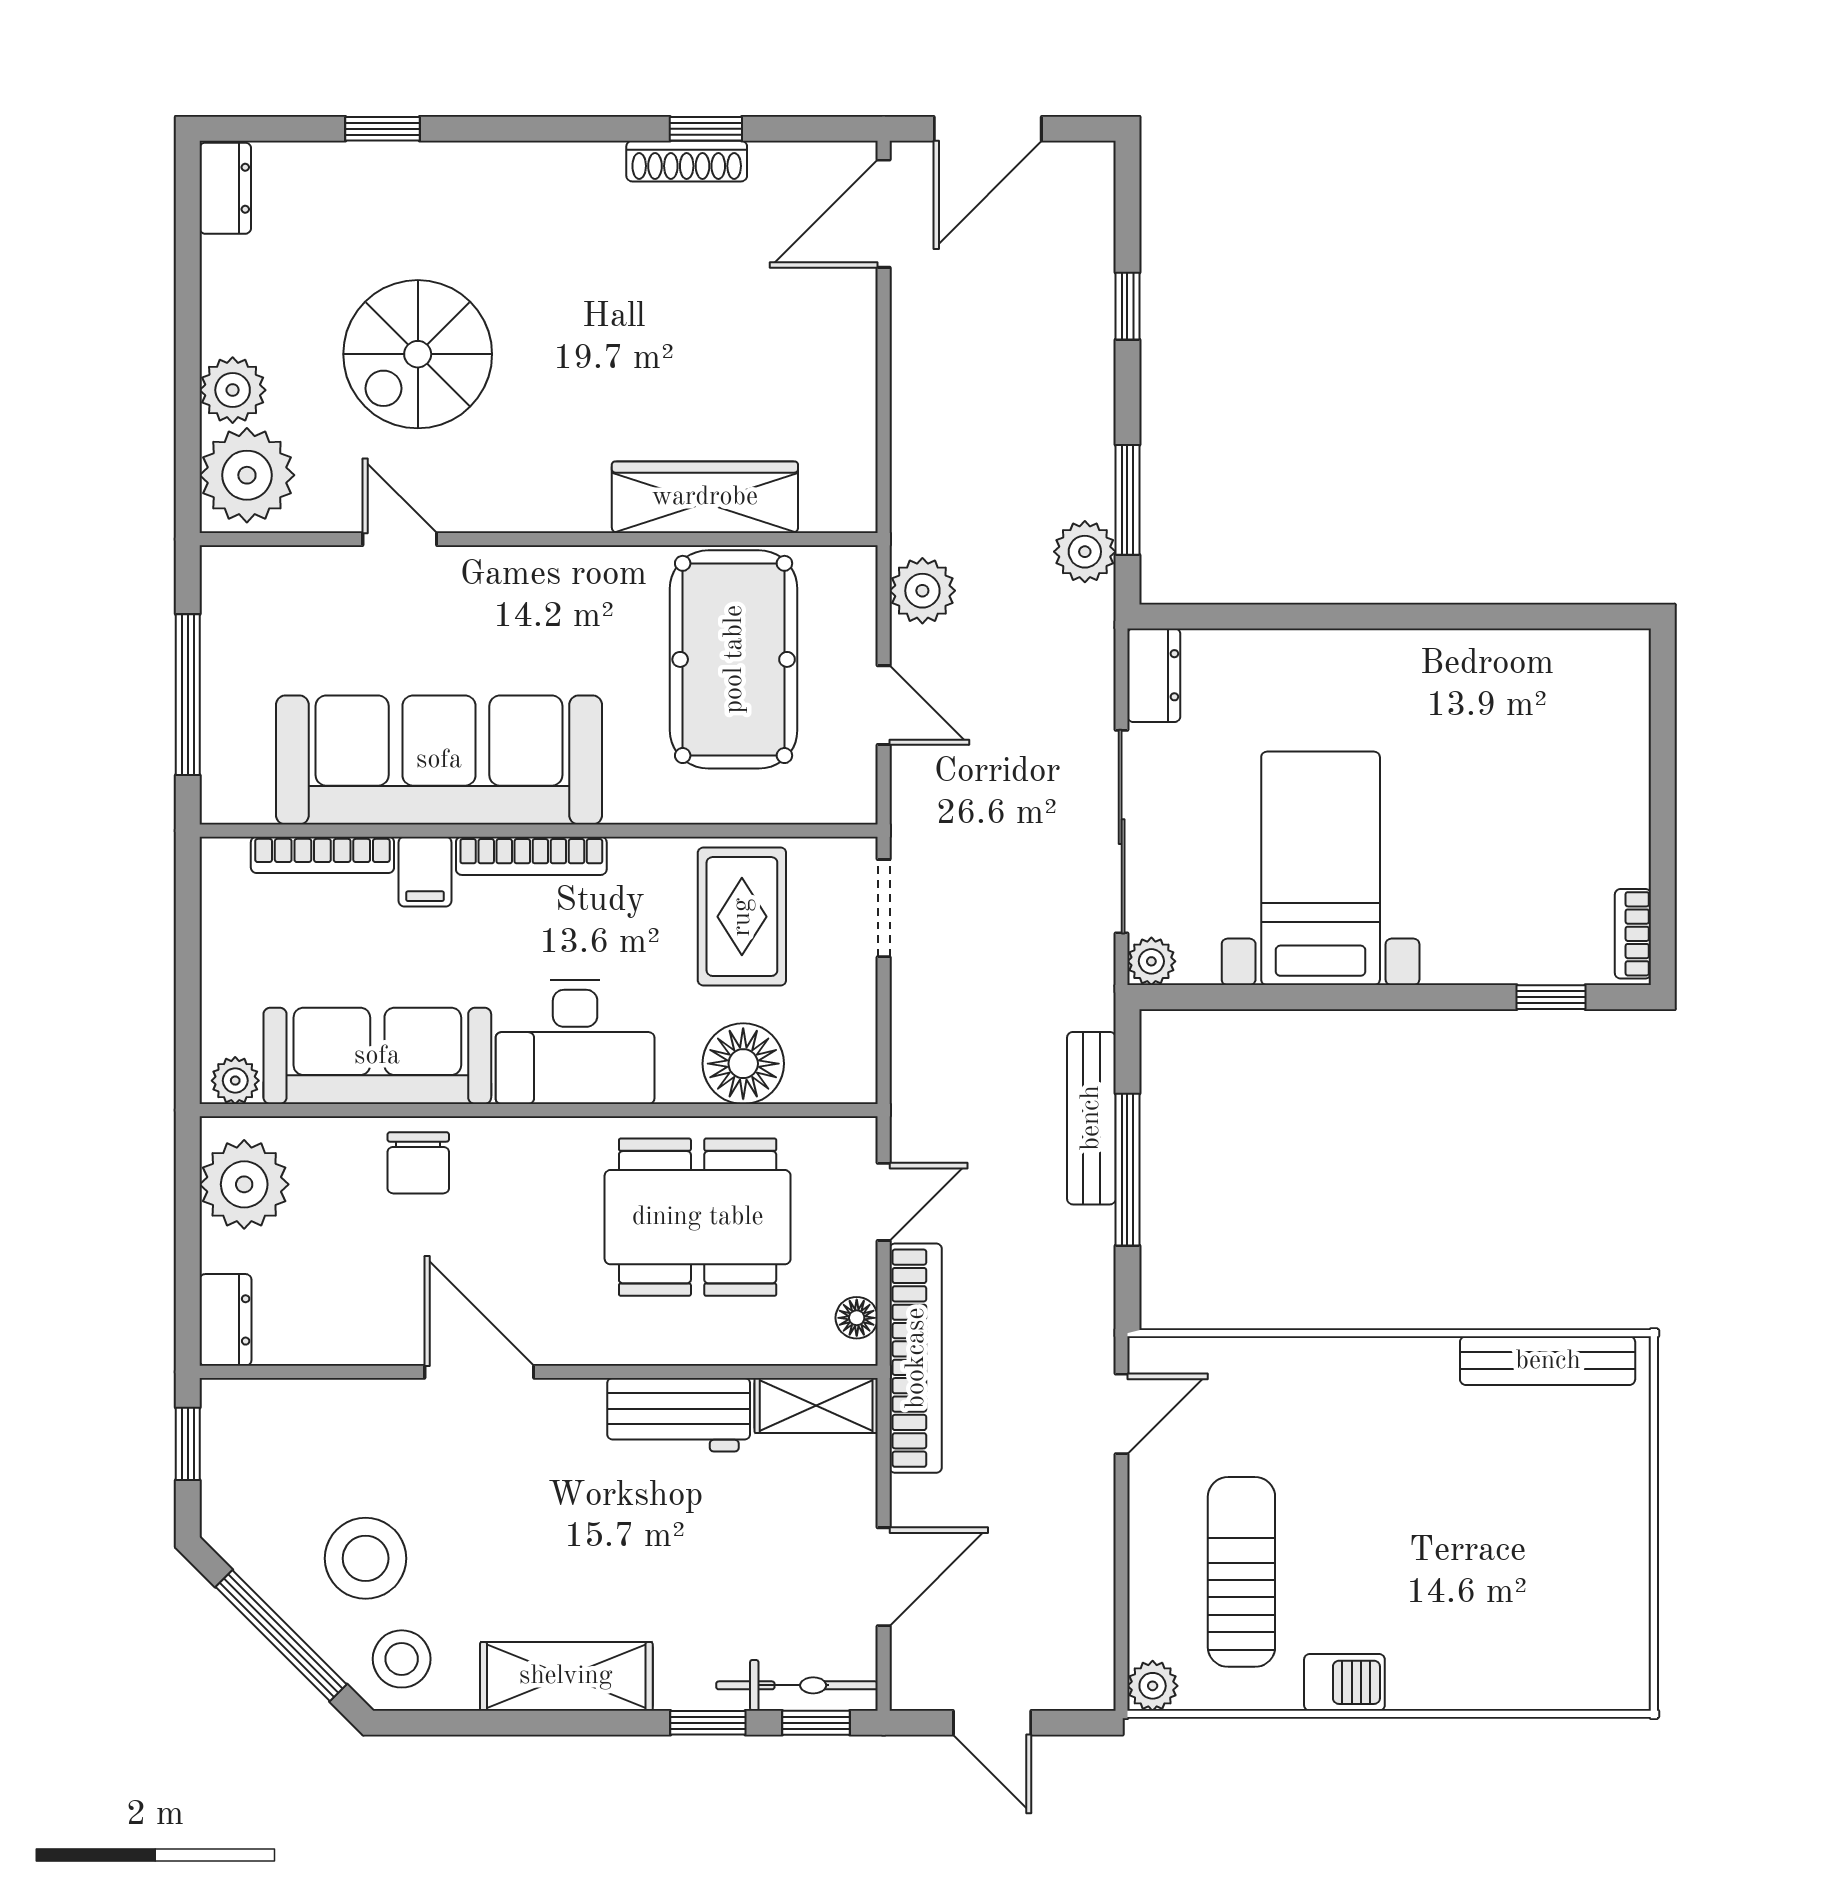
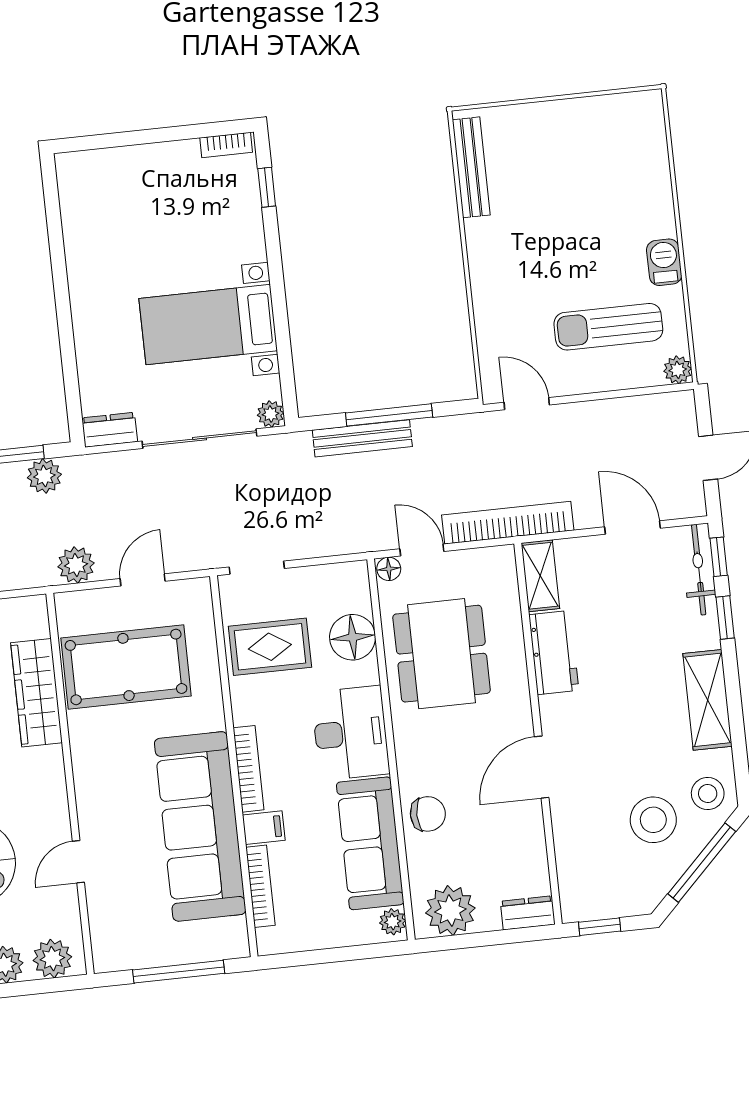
plant: (247, 475) -> (52, 959), width x0.73, depth x0.73
floor lamp: (857, 1318) -> (389, 569), moved

